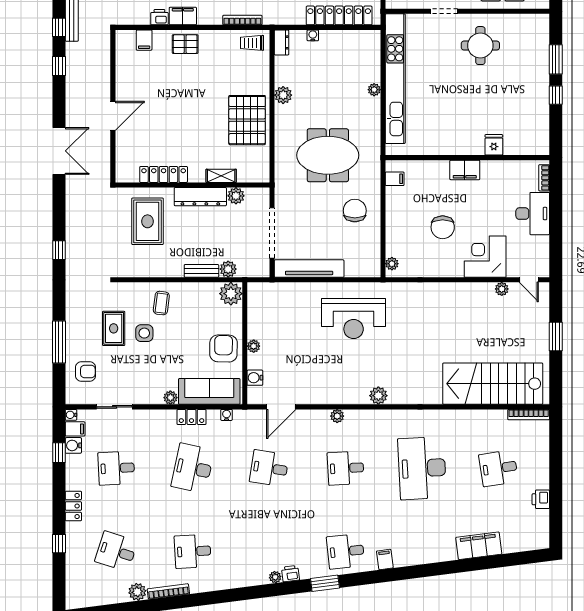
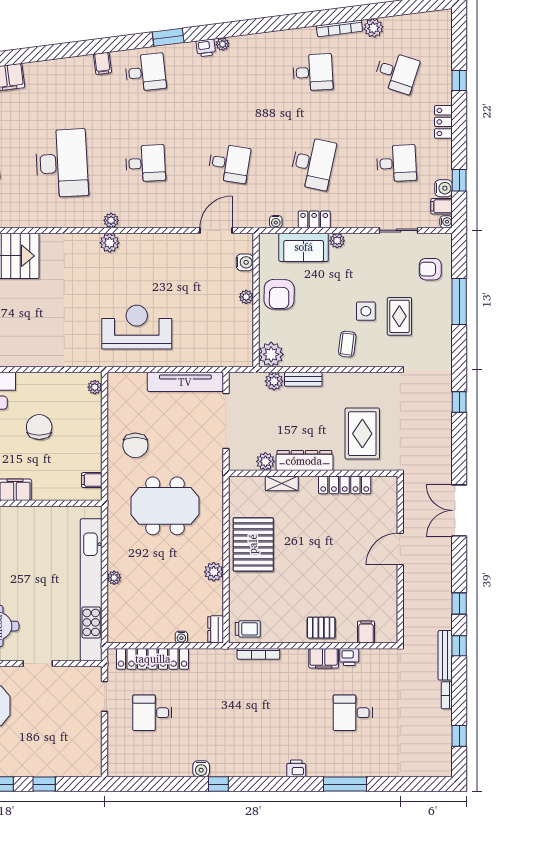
sofa: (209, 391) -> (304, 247), width x0.73
plant: (337, 416) -> (111, 220), moved

